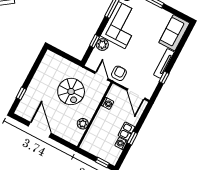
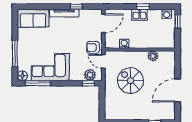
window: (94, 41) -> (88, 83), moved
plant: (102, 45) -> (90, 75), moved
door: (101, 76) -> (103, 61), hinge flipped
spiral stairs: (71, 92) -> (130, 81), turned -90
washing machine: (121, 144) -> (167, 14), moved

